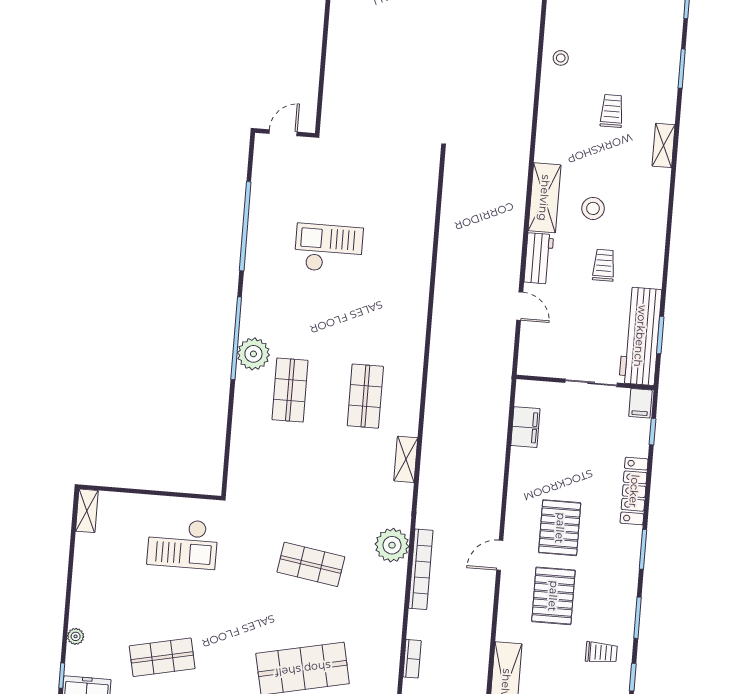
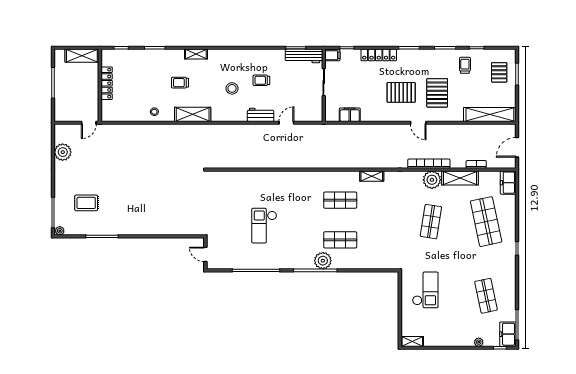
shelving: (544, 198) -> (193, 114), moved
workbench: (640, 336) -> (304, 56), width x0.73, depth x0.76
plant: (392, 545) -> (432, 180), moved
pallet: (553, 596) -> (437, 93), turned 90
shelving: (389, 626) -> (460, 178), added

